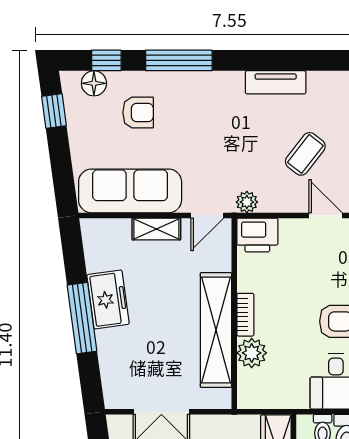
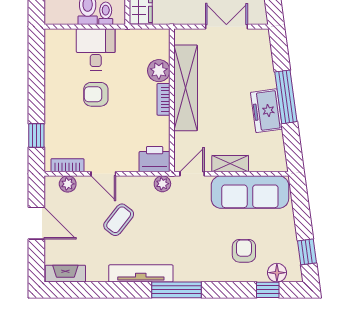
window: (179, 60) -> (177, 290), moved
tv unit: (276, 82) -> (141, 273), width x1.41
armchair: (138, 112) -> (244, 251), turned 90

